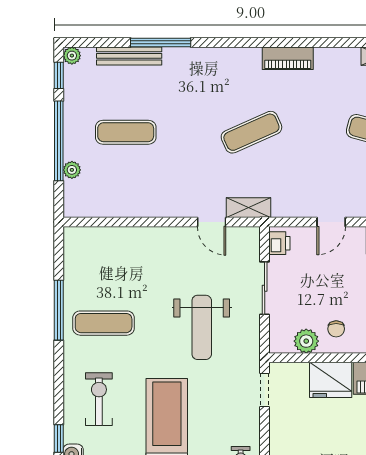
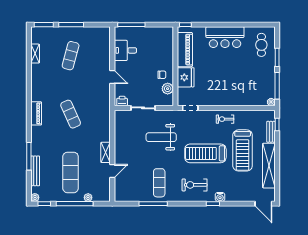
piano: (288, 58) -> (36, 113), moved
exercise mat: (126, 132) -> (71, 172), width x1.36, depth x1.45
shelving: (249, 208) -> (106, 152), moved
door: (212, 222) -> (112, 171), moved
weight bench: (202, 327) -> (161, 137), turned 180

